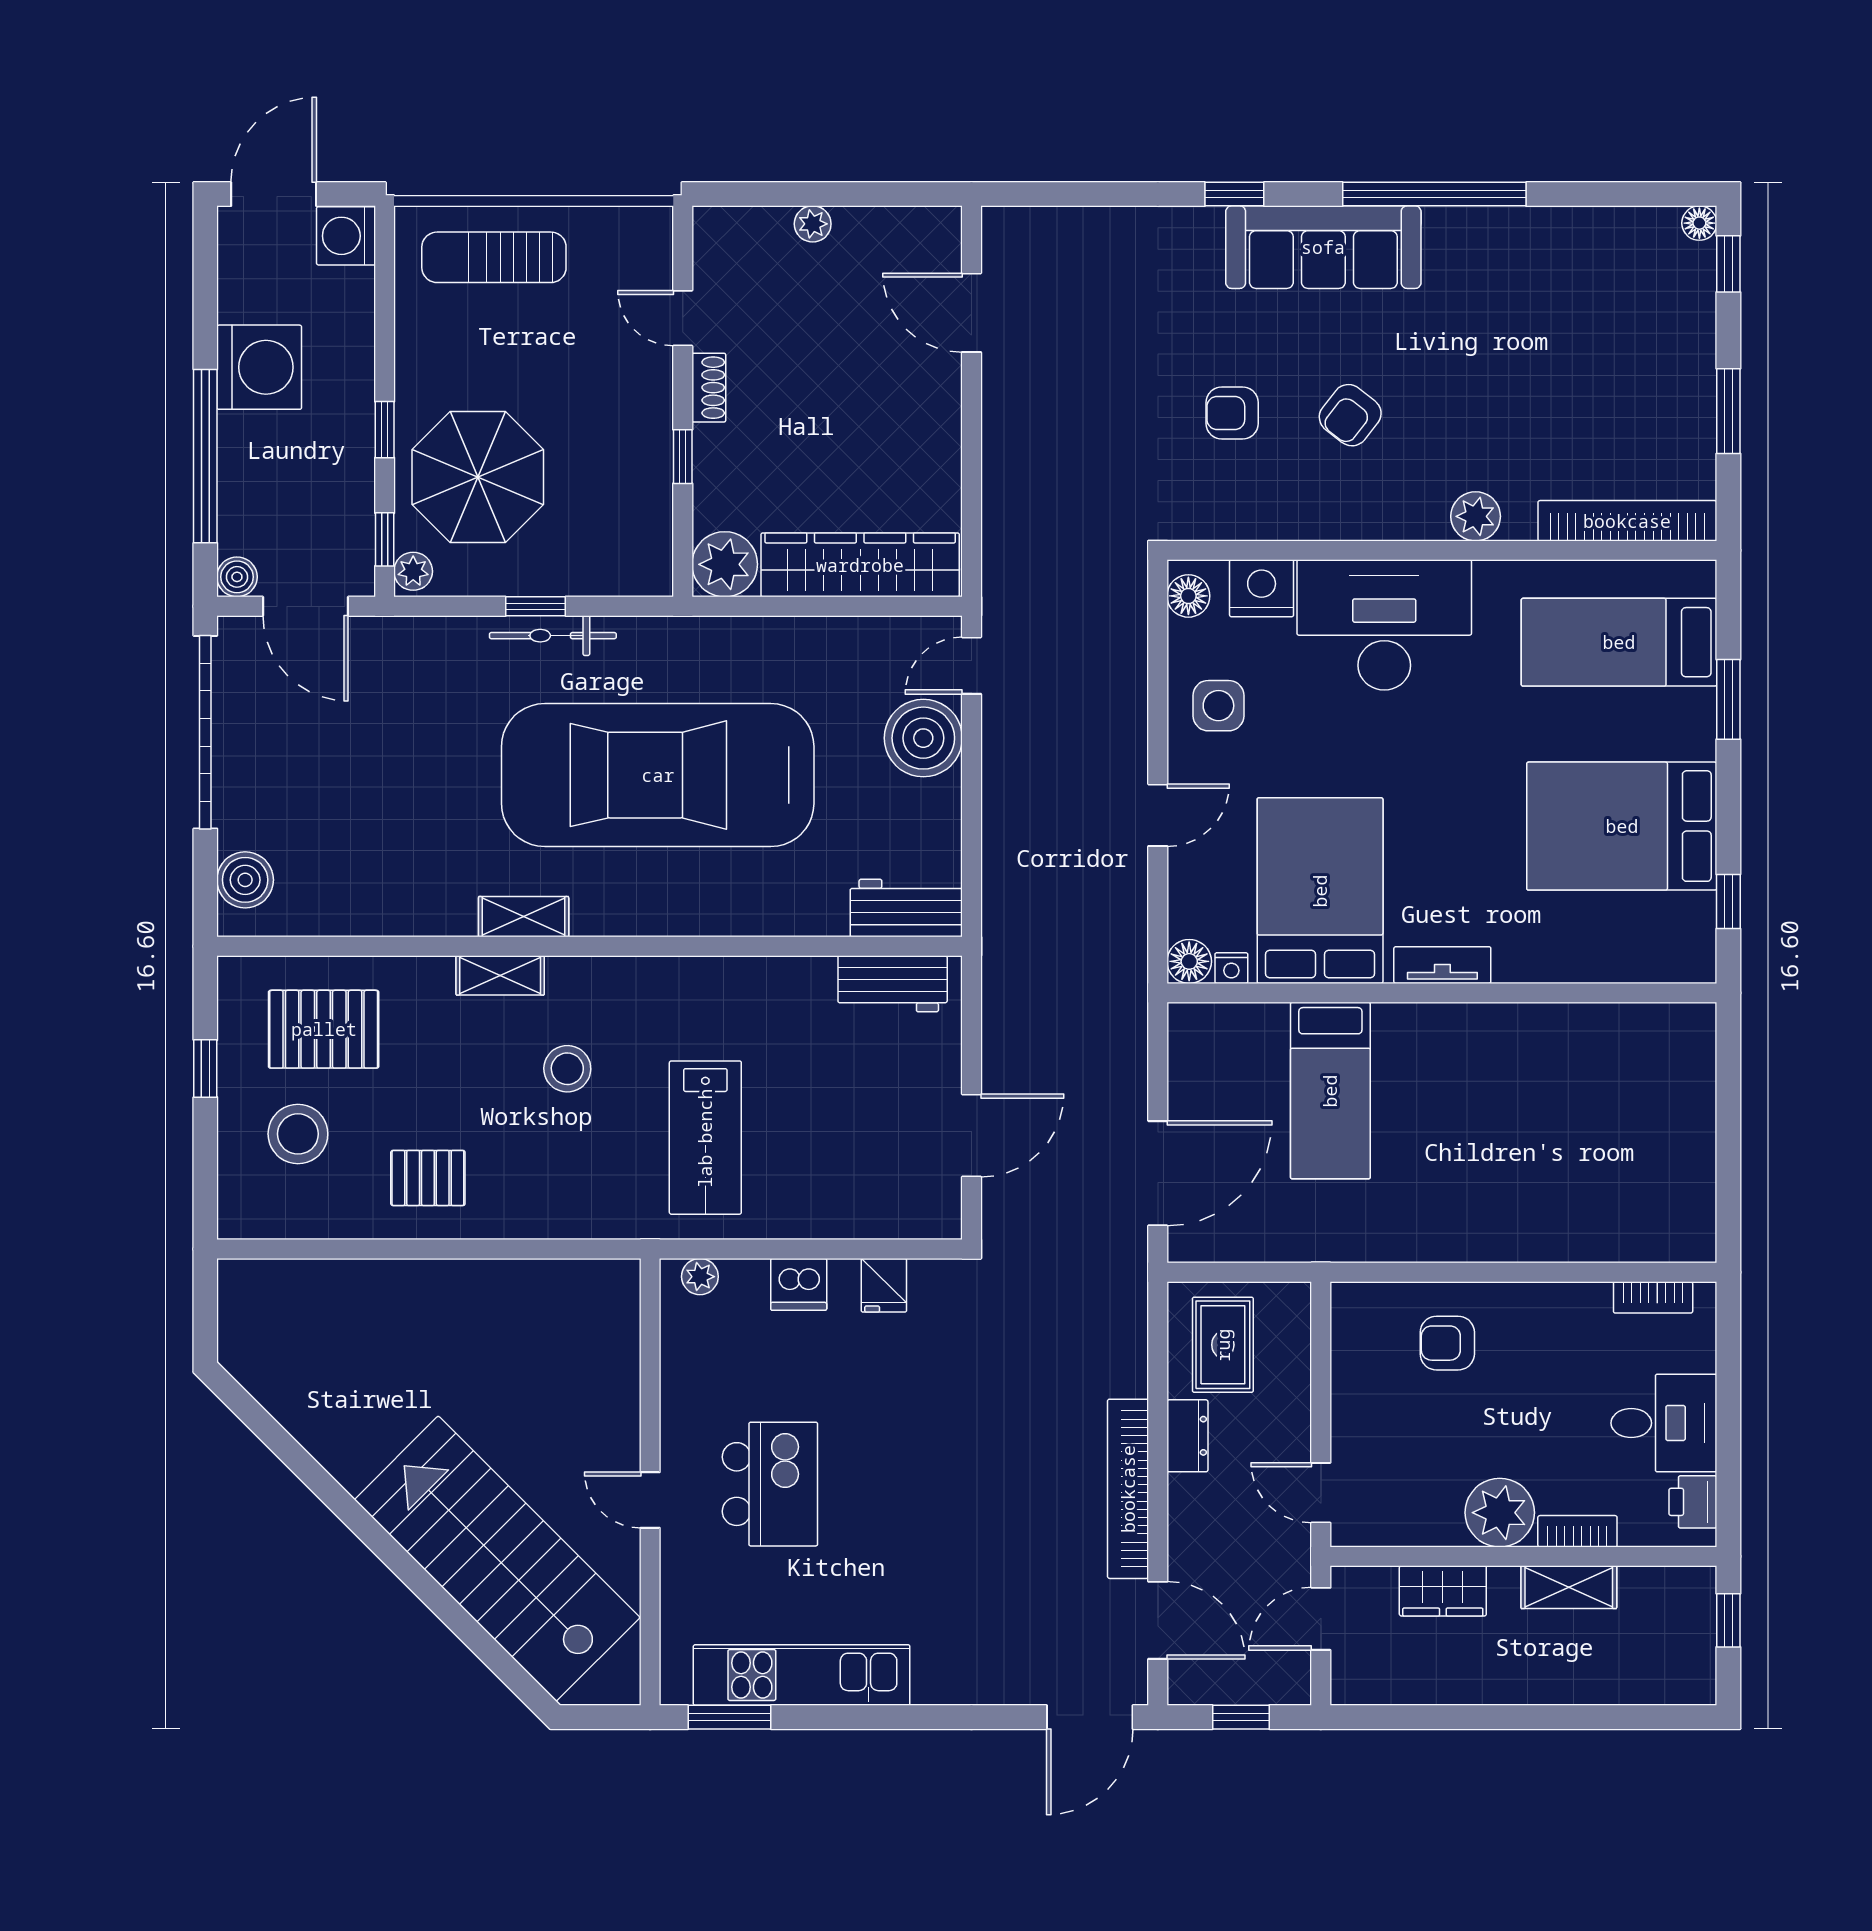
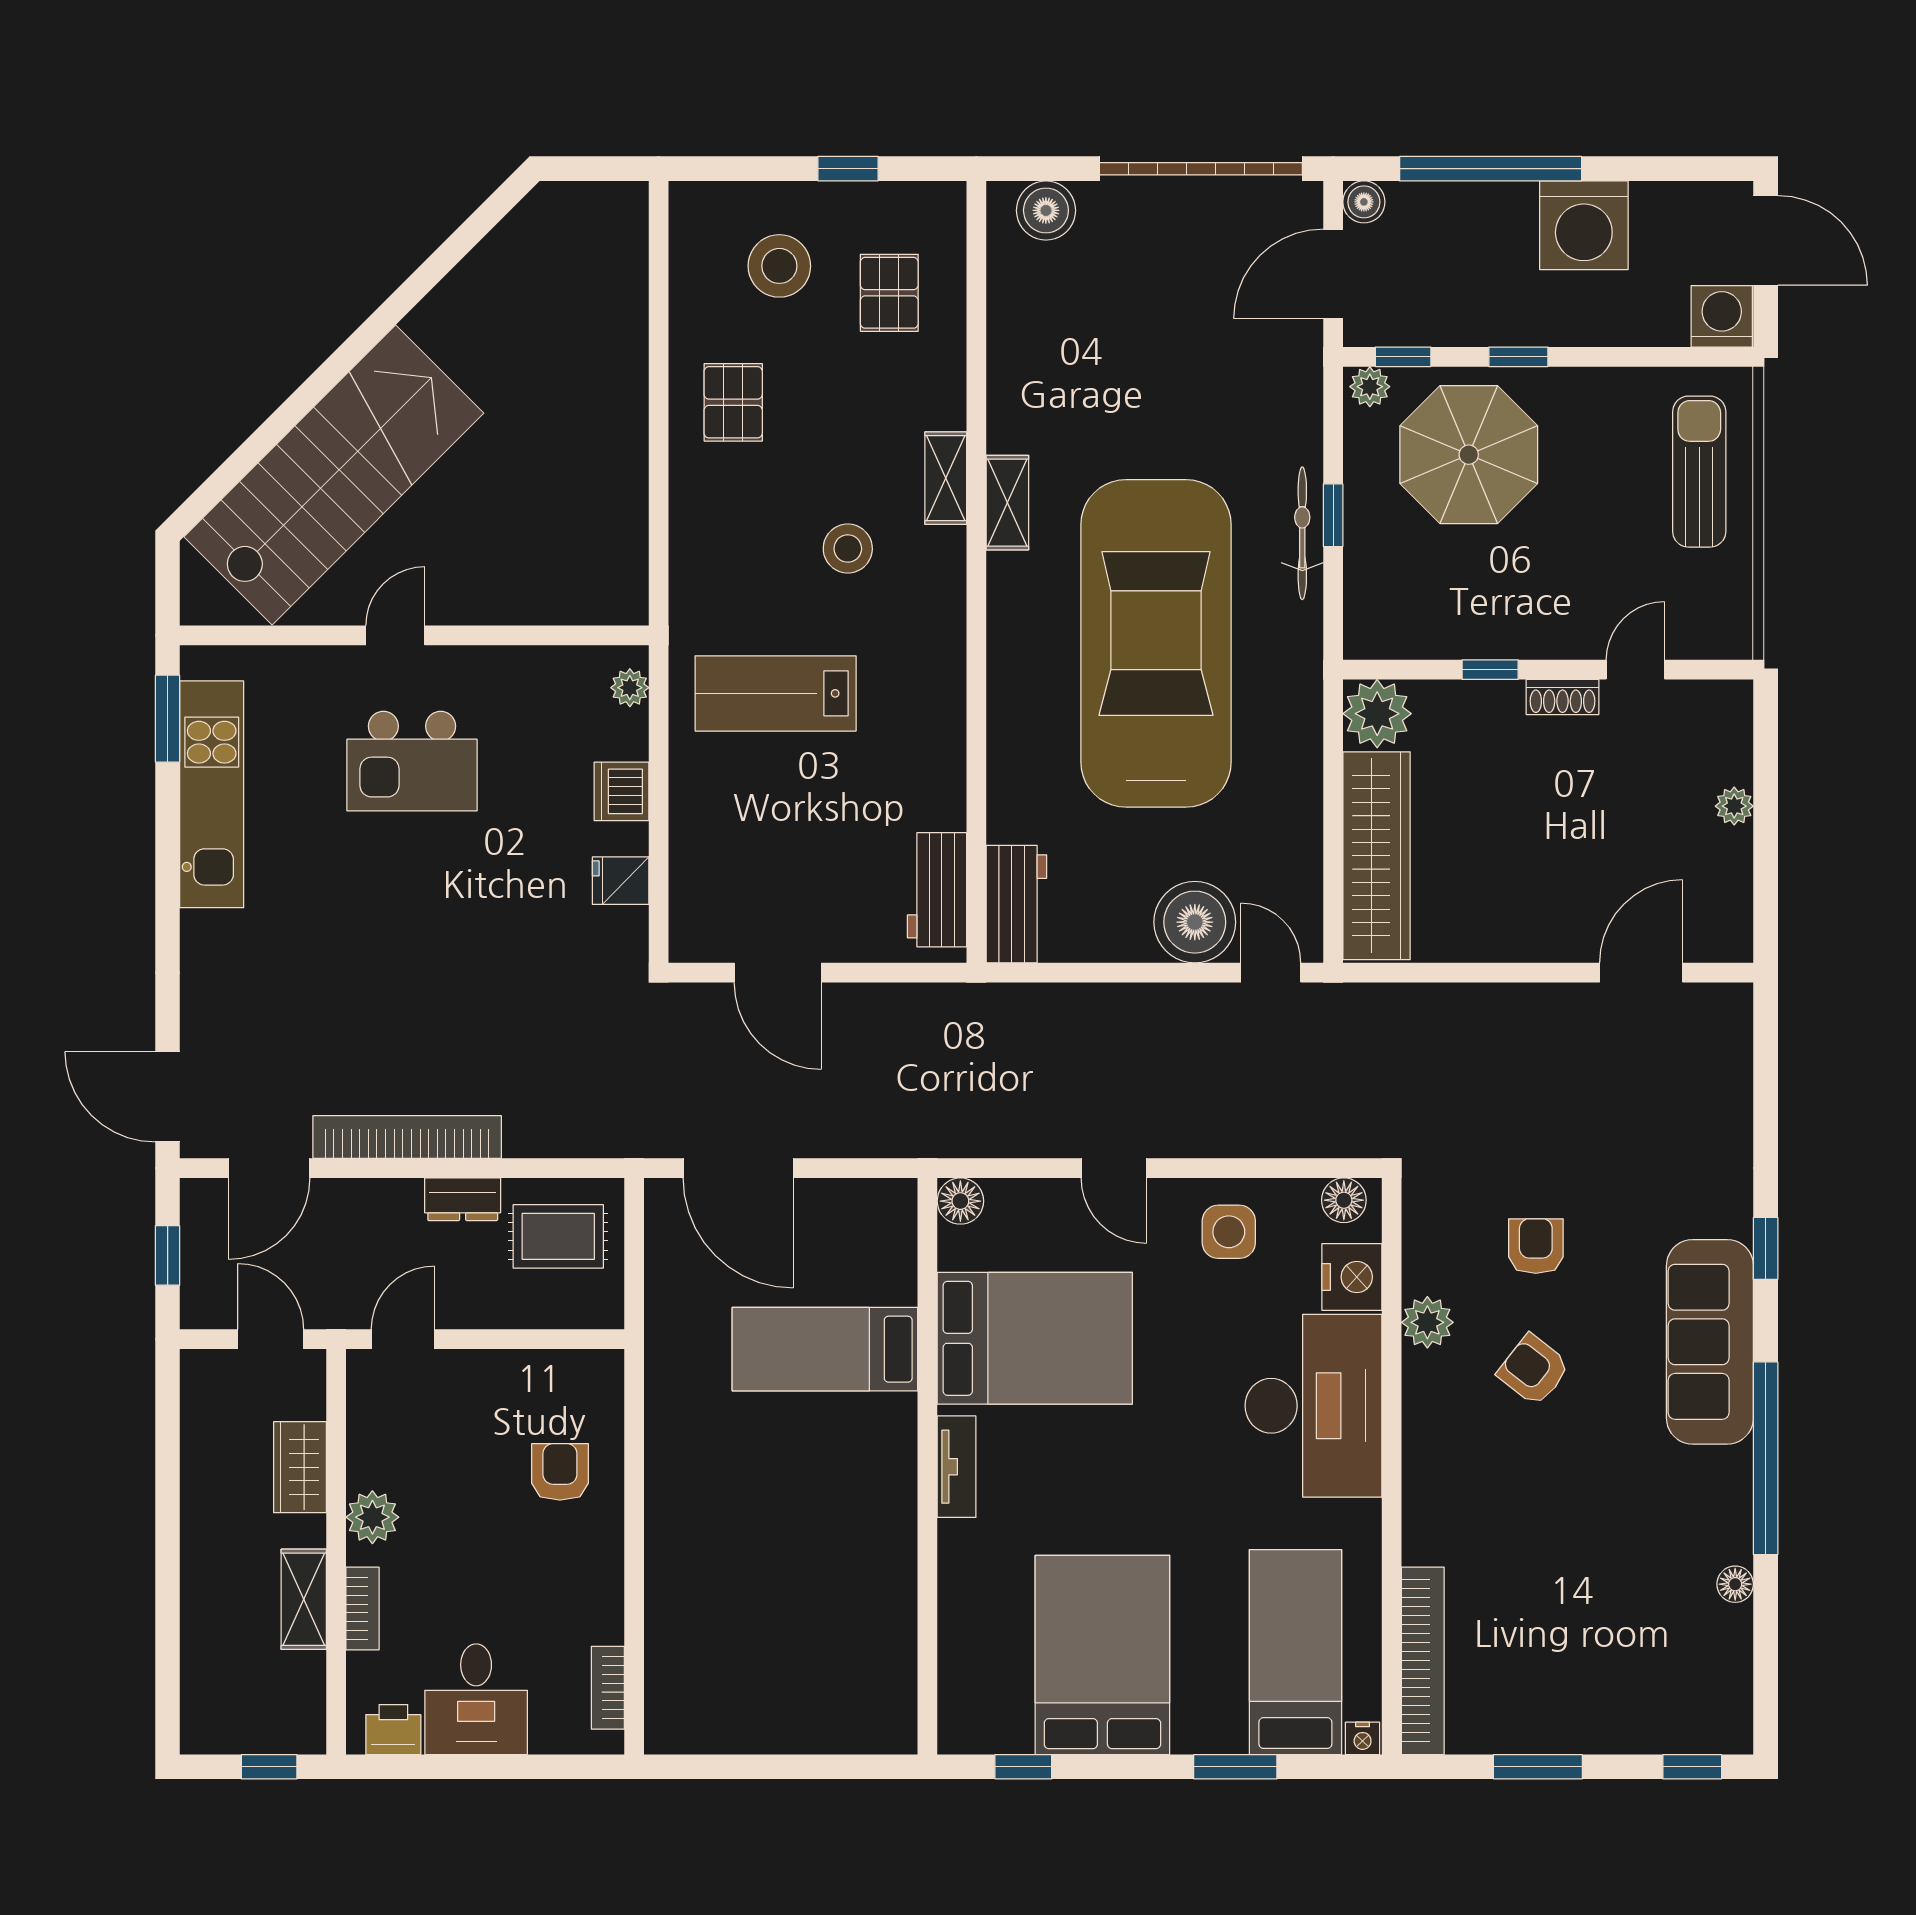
floor lamp: (1699, 223) -> (1735, 1584), moved
plant: (1476, 516) -> (1427, 1322), moved
nightstand: (1231, 968) -> (1363, 1738), moved, turned -90
pallet: (324, 1029) -> (889, 293), width x0.67, depth x0.71
plant: (1500, 1513) -> (372, 1517), width x0.73, depth x0.73

